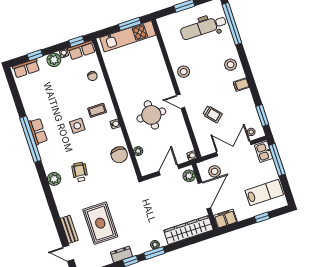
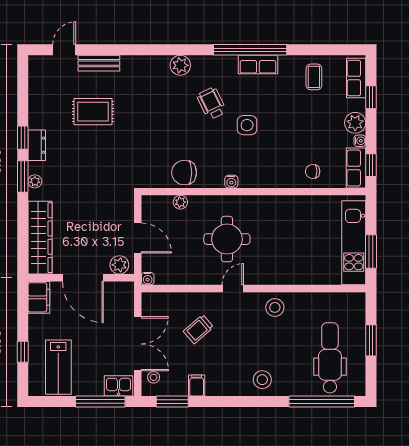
filing cabinet: (241, 85) -> (197, 386), moved
coffee table: (97, 110) -> (314, 77), moved
stool: (215, 171) -> (114, 304), removed
wheelchair: (80, 172) -> (212, 103), moved, turned -123
rug: (100, 223) -> (93, 112), width x0.73, depth x0.70
dresser: (122, 254) -> (37, 145), moved

